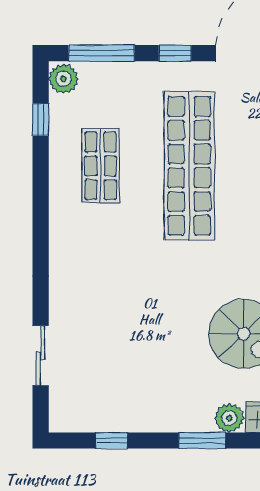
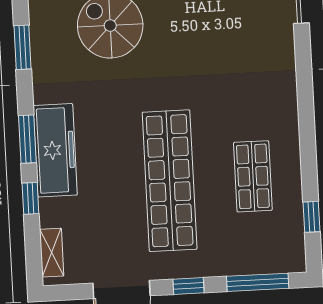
plant: (63, 79) -> (292, 256), removed

